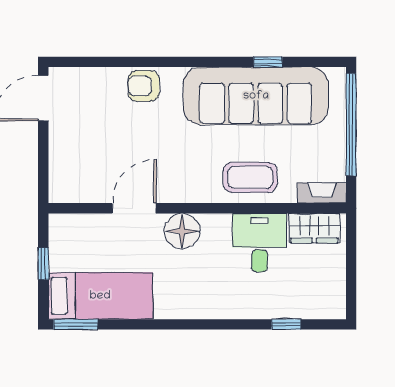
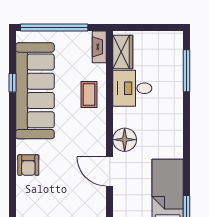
coffee table: (250, 177) -> (89, 95), width x0.73, depth x0.77
window: (286, 324) -> (187, 71), width x2.17

